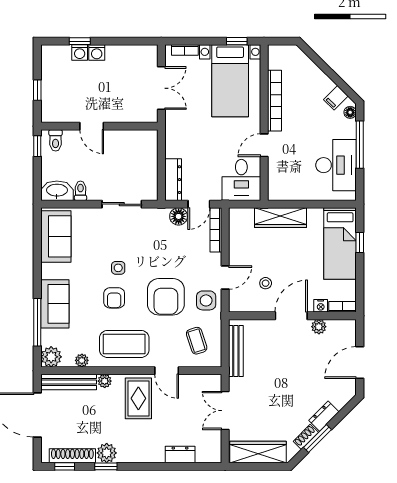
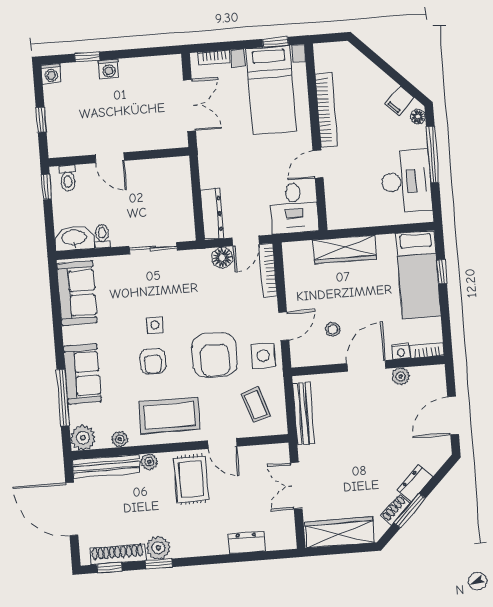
washing machine: (80, 52) -> (51, 73), moved

